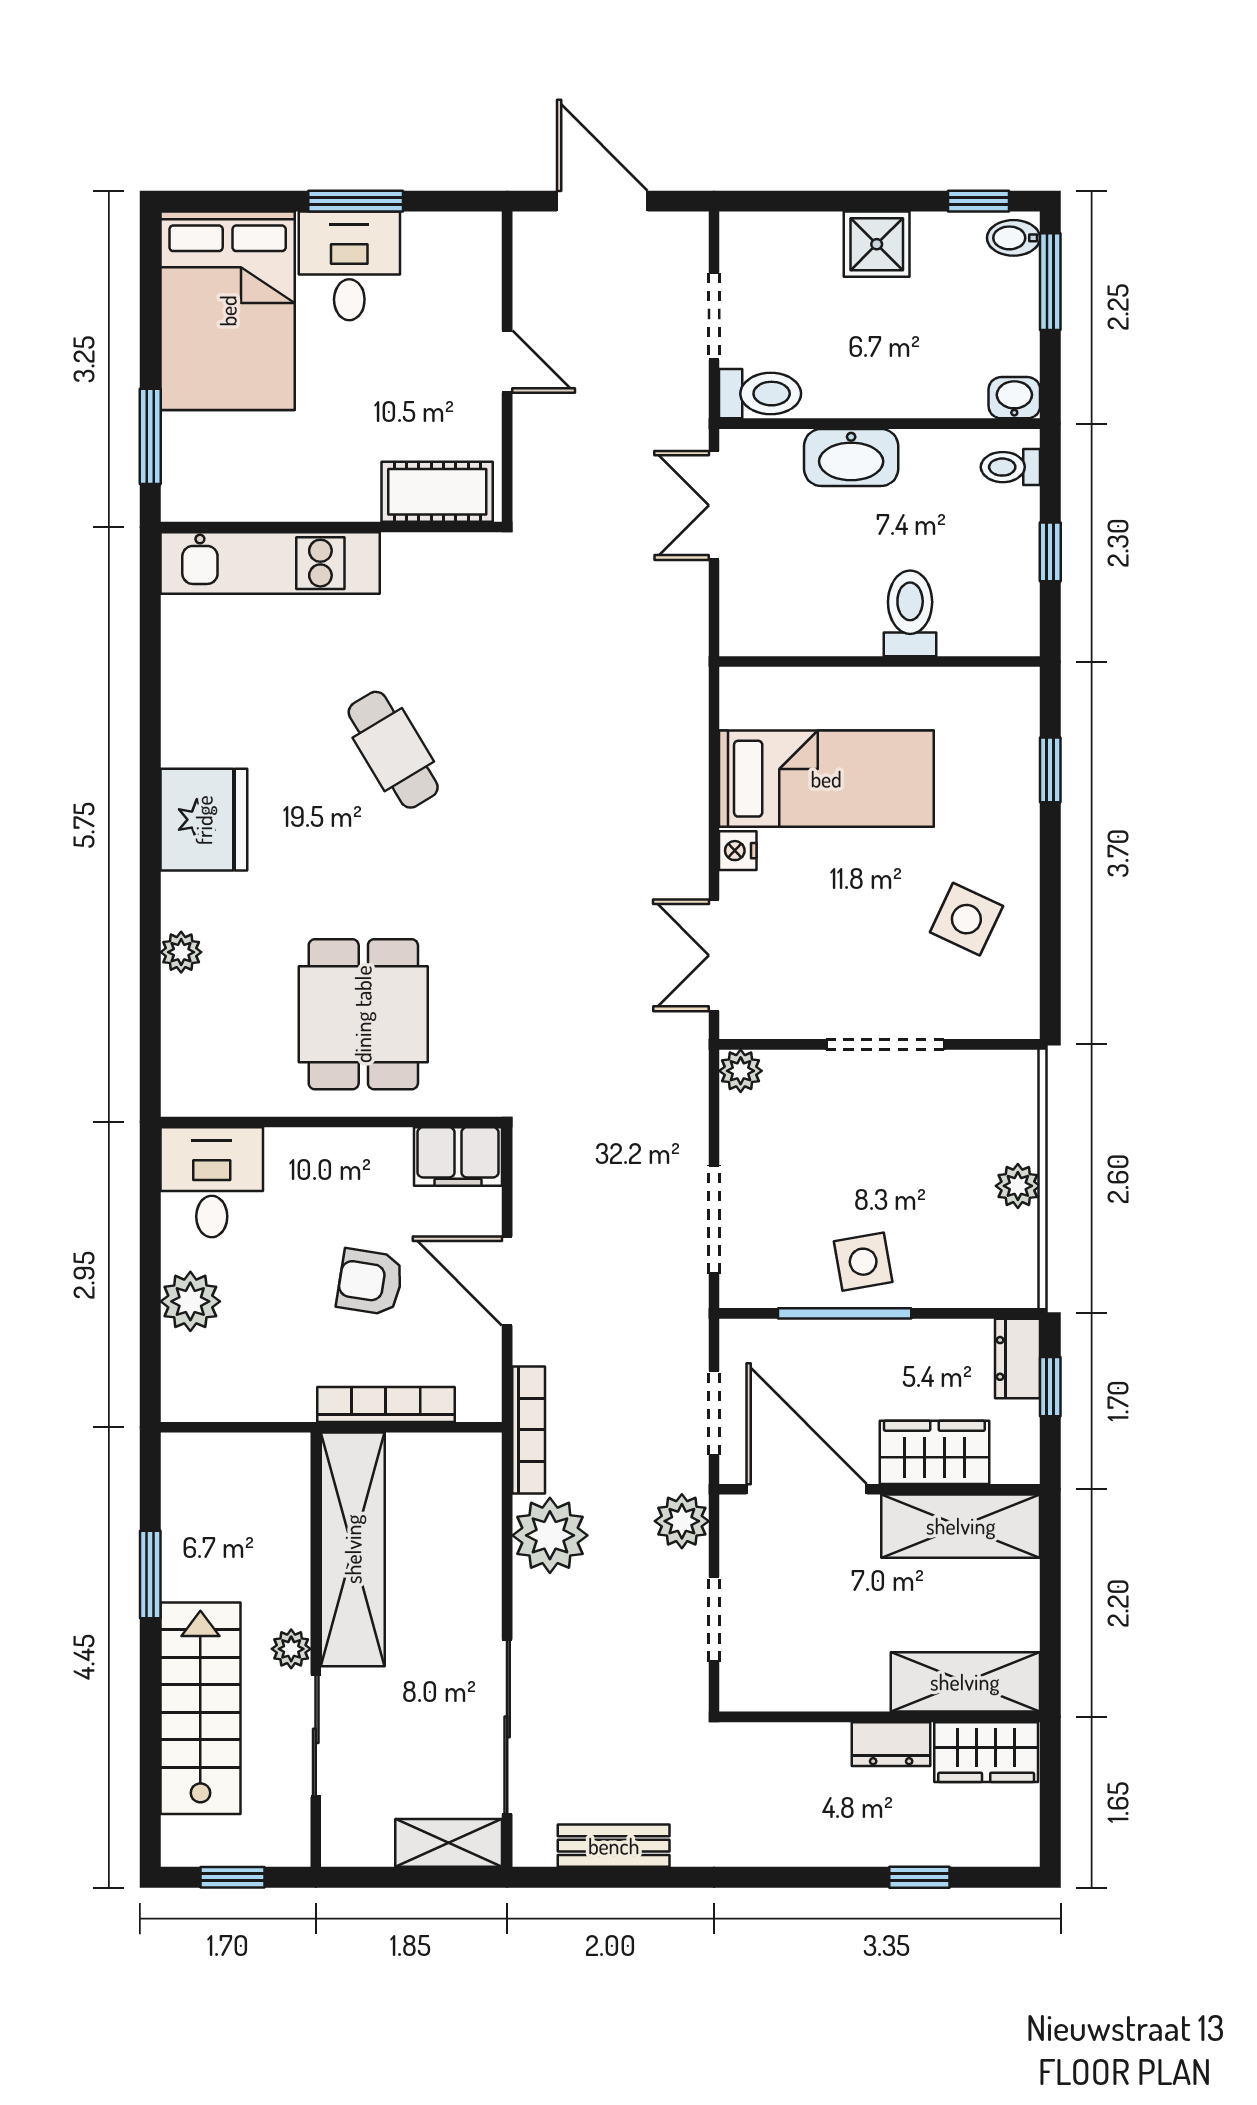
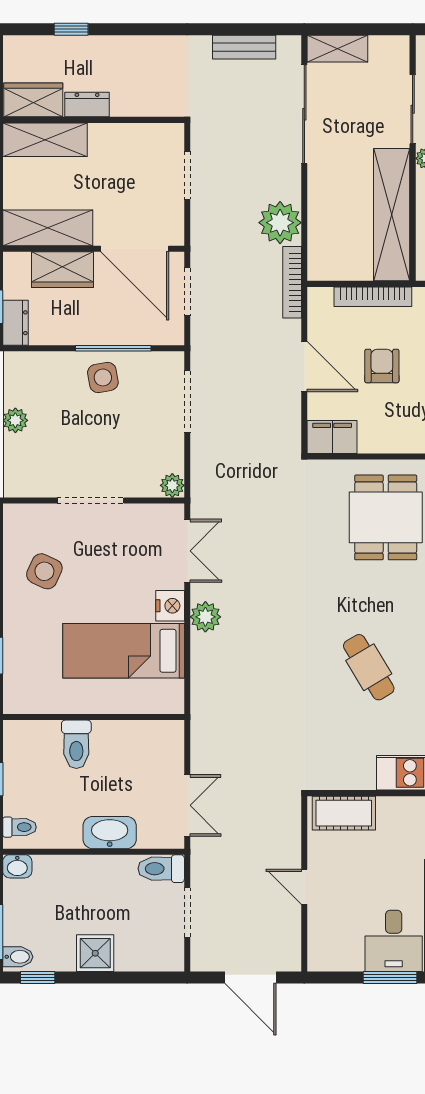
nightstand: (738, 851) -> (170, 606), width x1.39, depth x1.35
armchair: (370, 1282) -> (382, 366), turned -99
plant: (682, 1521) -> (205, 617), moved

